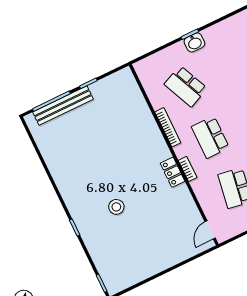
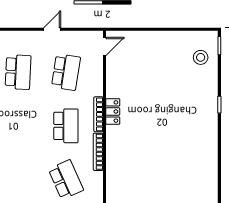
bookcase: (188, 169) -> (98, 114), width x1.56
stool: (116, 207) -> (201, 57), moved

